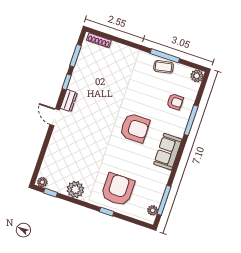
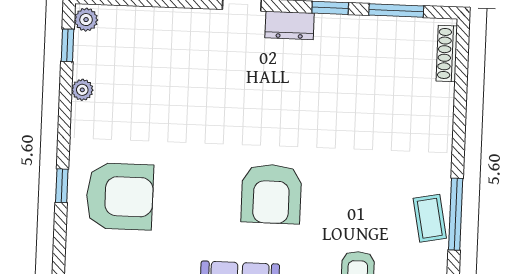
plant: (75, 189) -> (82, 90), width x0.53, depth x0.53

